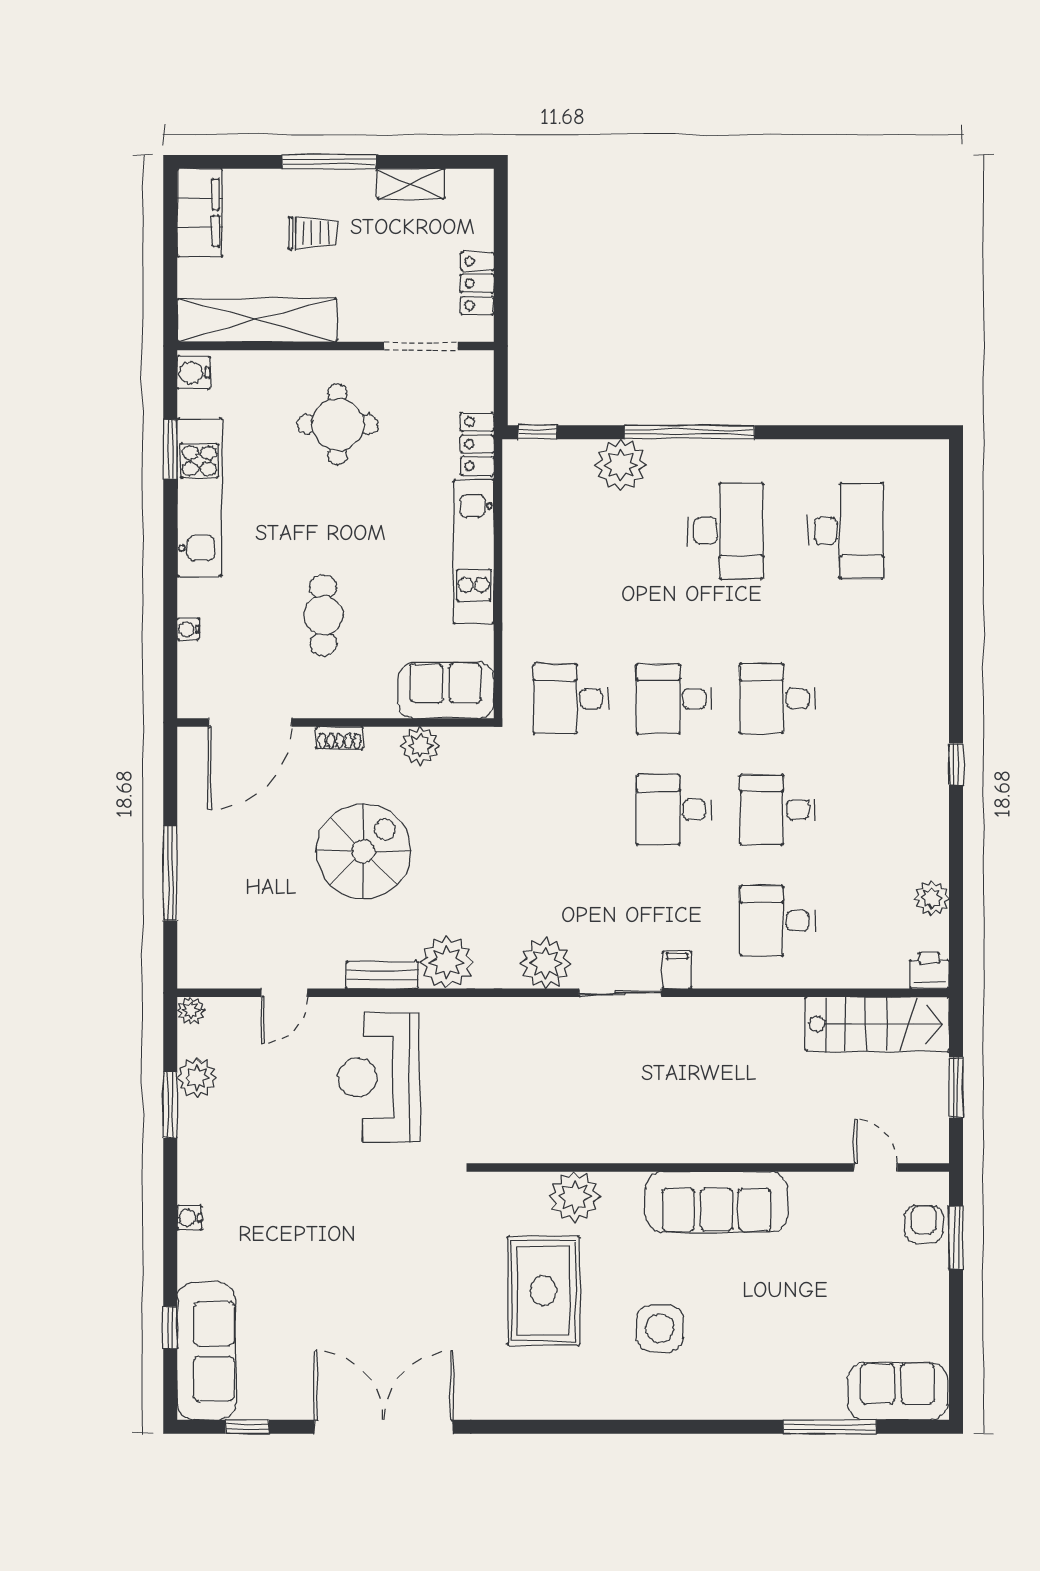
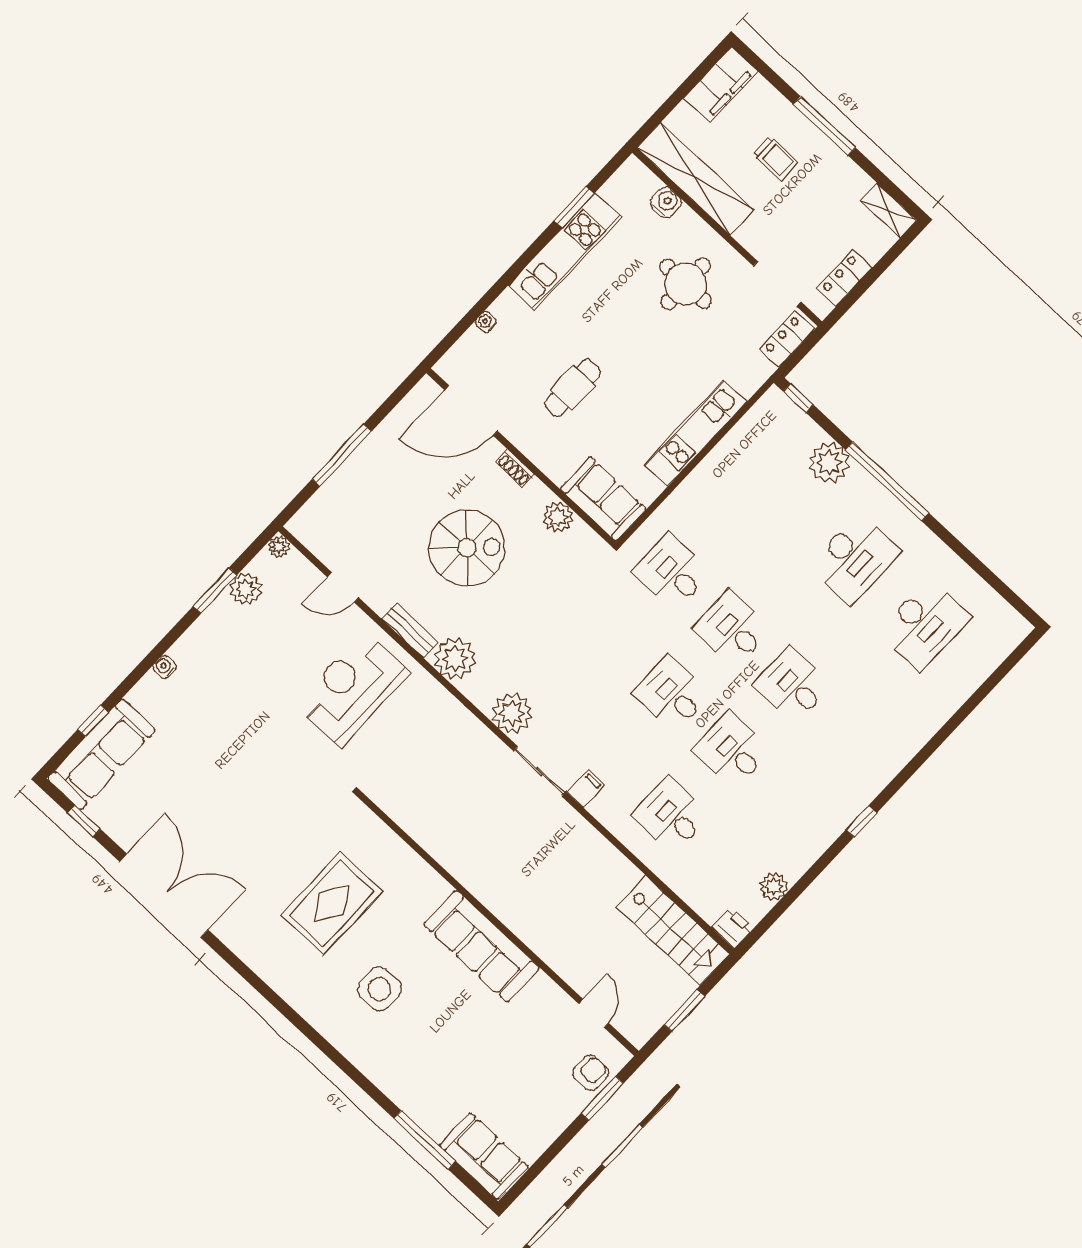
shelving: (411, 184) -> (889, 210), moved
water cooler: (193, 373) -> (666, 202), moved, turned 90
locker: (477, 444) -> (787, 339), moved
plant: (574, 1197) -> (401, 866), removed

